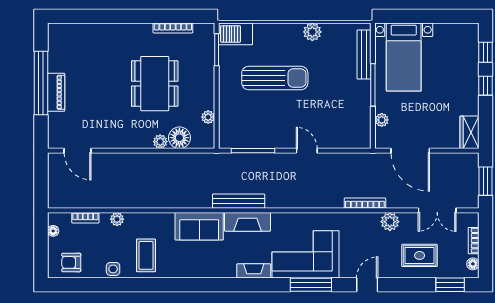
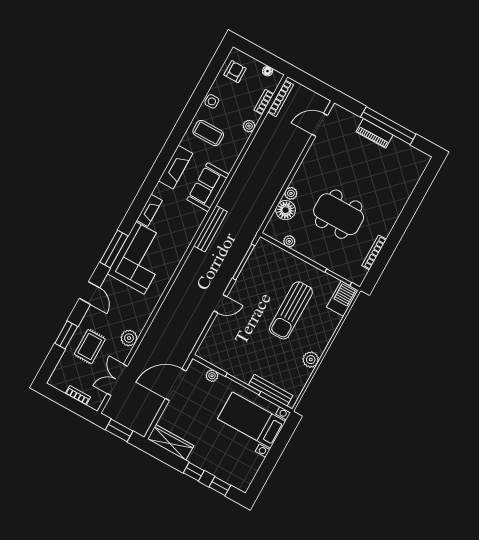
wardrobe: (469, 132) -> (171, 442), width x1.50
bookcase: (365, 203) -> (281, 98), moved
fireplace: (247, 222) -> (176, 167), moved, turned 180
floor lamp: (473, 264) -> (60, 385), removed
window: (450, 285) -> (66, 335), moved

